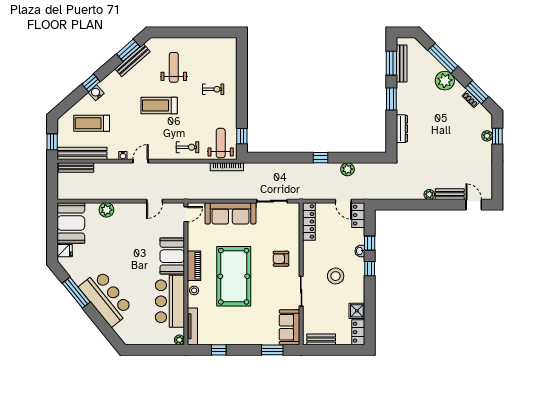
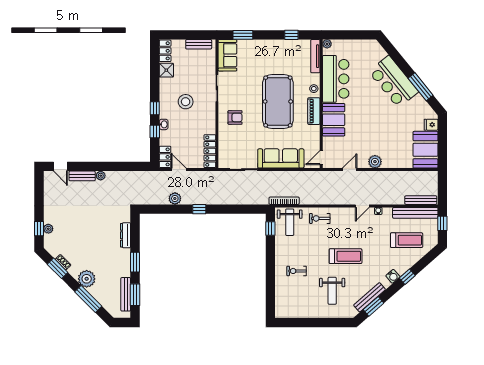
water cooler: (96, 93) -> (393, 276), moved
plant: (106, 210) -> (375, 162), moved

